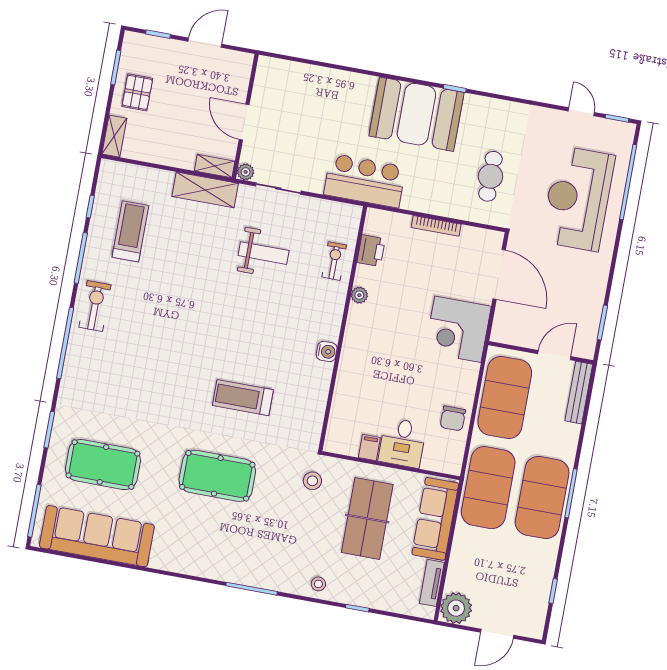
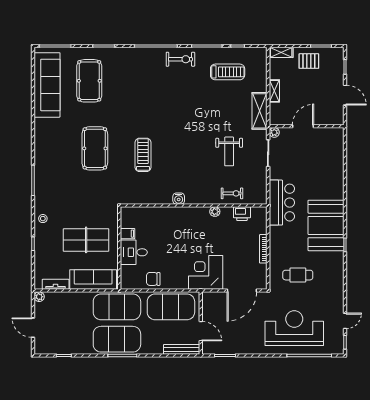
shelving: (215, 166) -> (274, 91), moved
stool: (312, 481) -> (102, 204), removed
plant: (456, 608) -> (39, 297), width x0.53, depth x0.53

